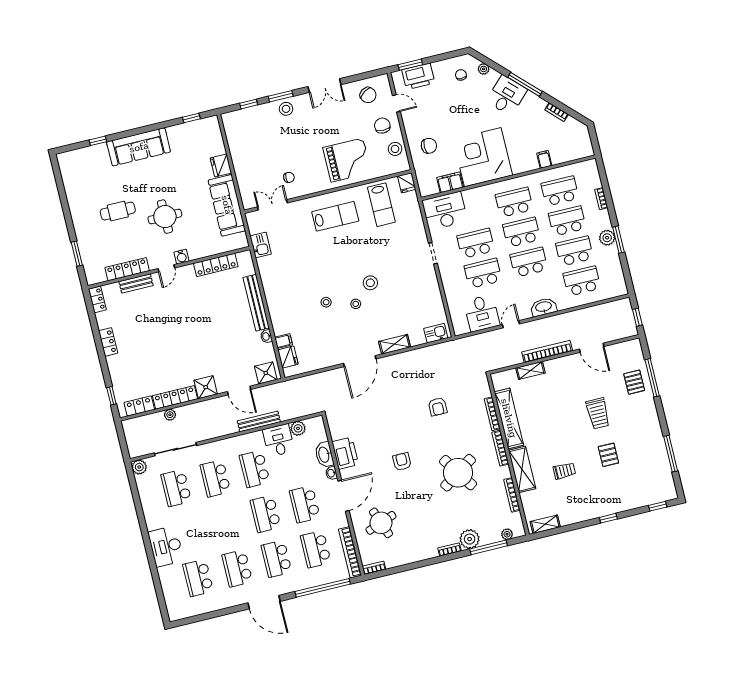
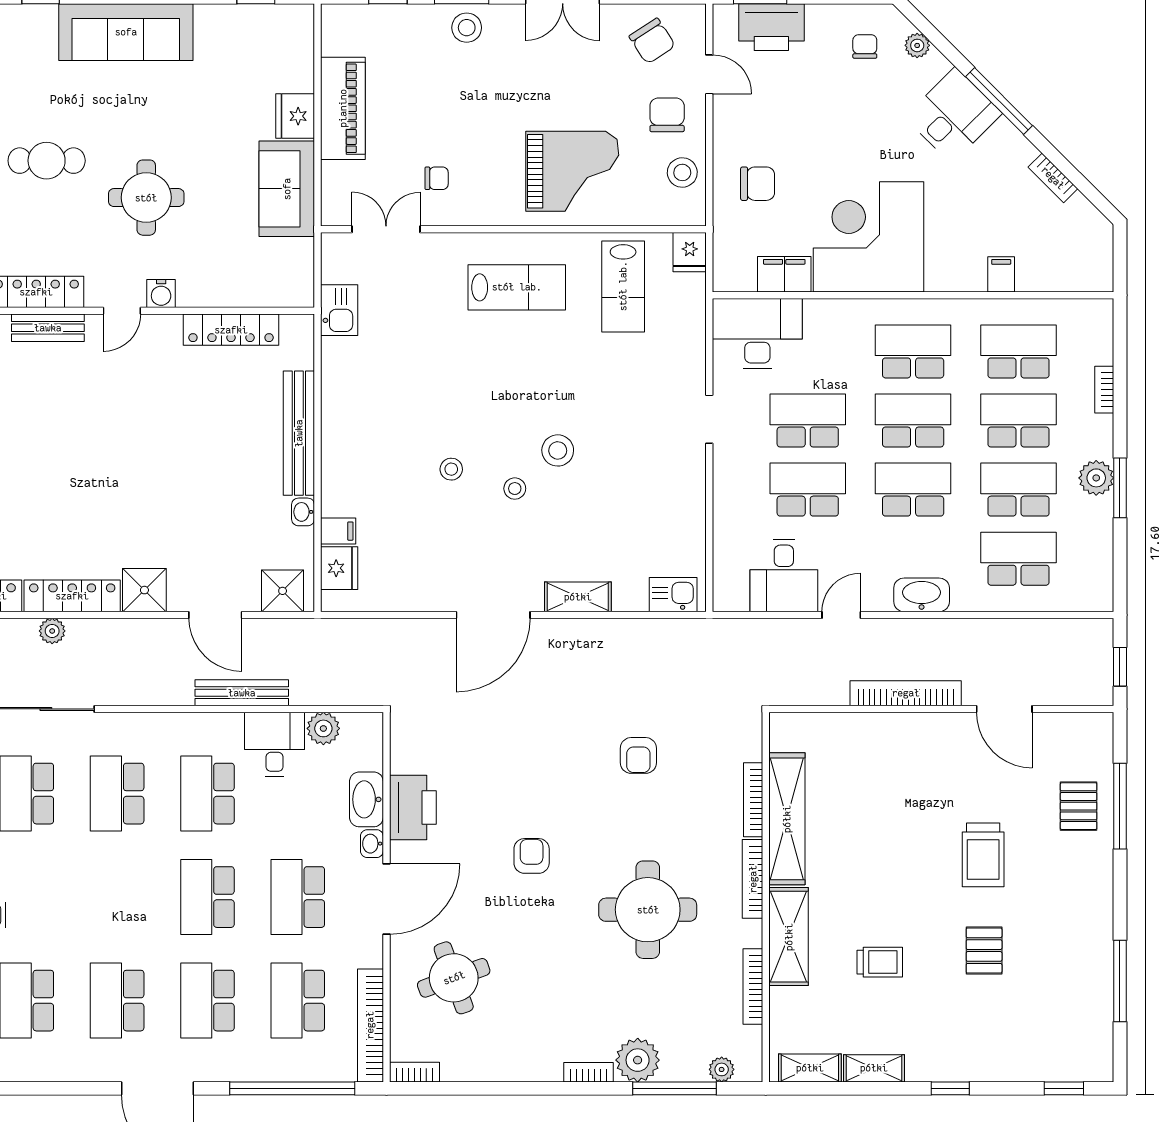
piano: (241, 157) -> (343, 108), added
sofa: (227, 205) -> (287, 189), width x0.73
shelving: (530, 370) -> (874, 1068), moved
round table: (458, 473) -> (648, 910), turned 34

